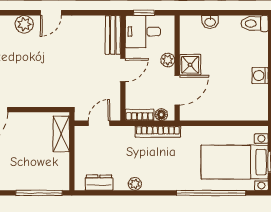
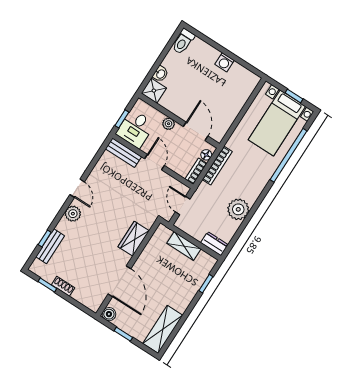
shower: (190, 65) -> (154, 91), moved
wardrobe: (37, 97) -> (134, 239), added
shelving: (61, 134) -> (184, 246), moved
dresser: (99, 183) -> (214, 244), moved, turned 90
plant: (135, 184) -> (238, 209), width x1.88, depth x1.88
window: (39, 193) -> (206, 284), width x0.46

